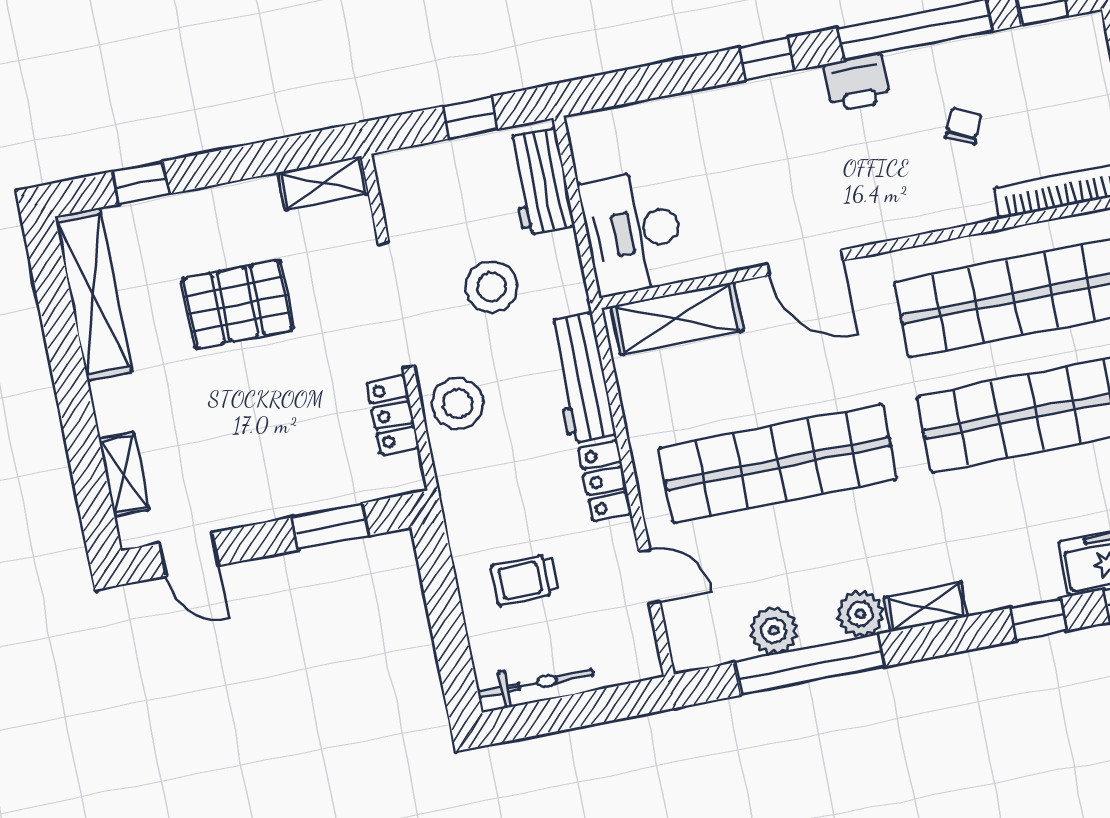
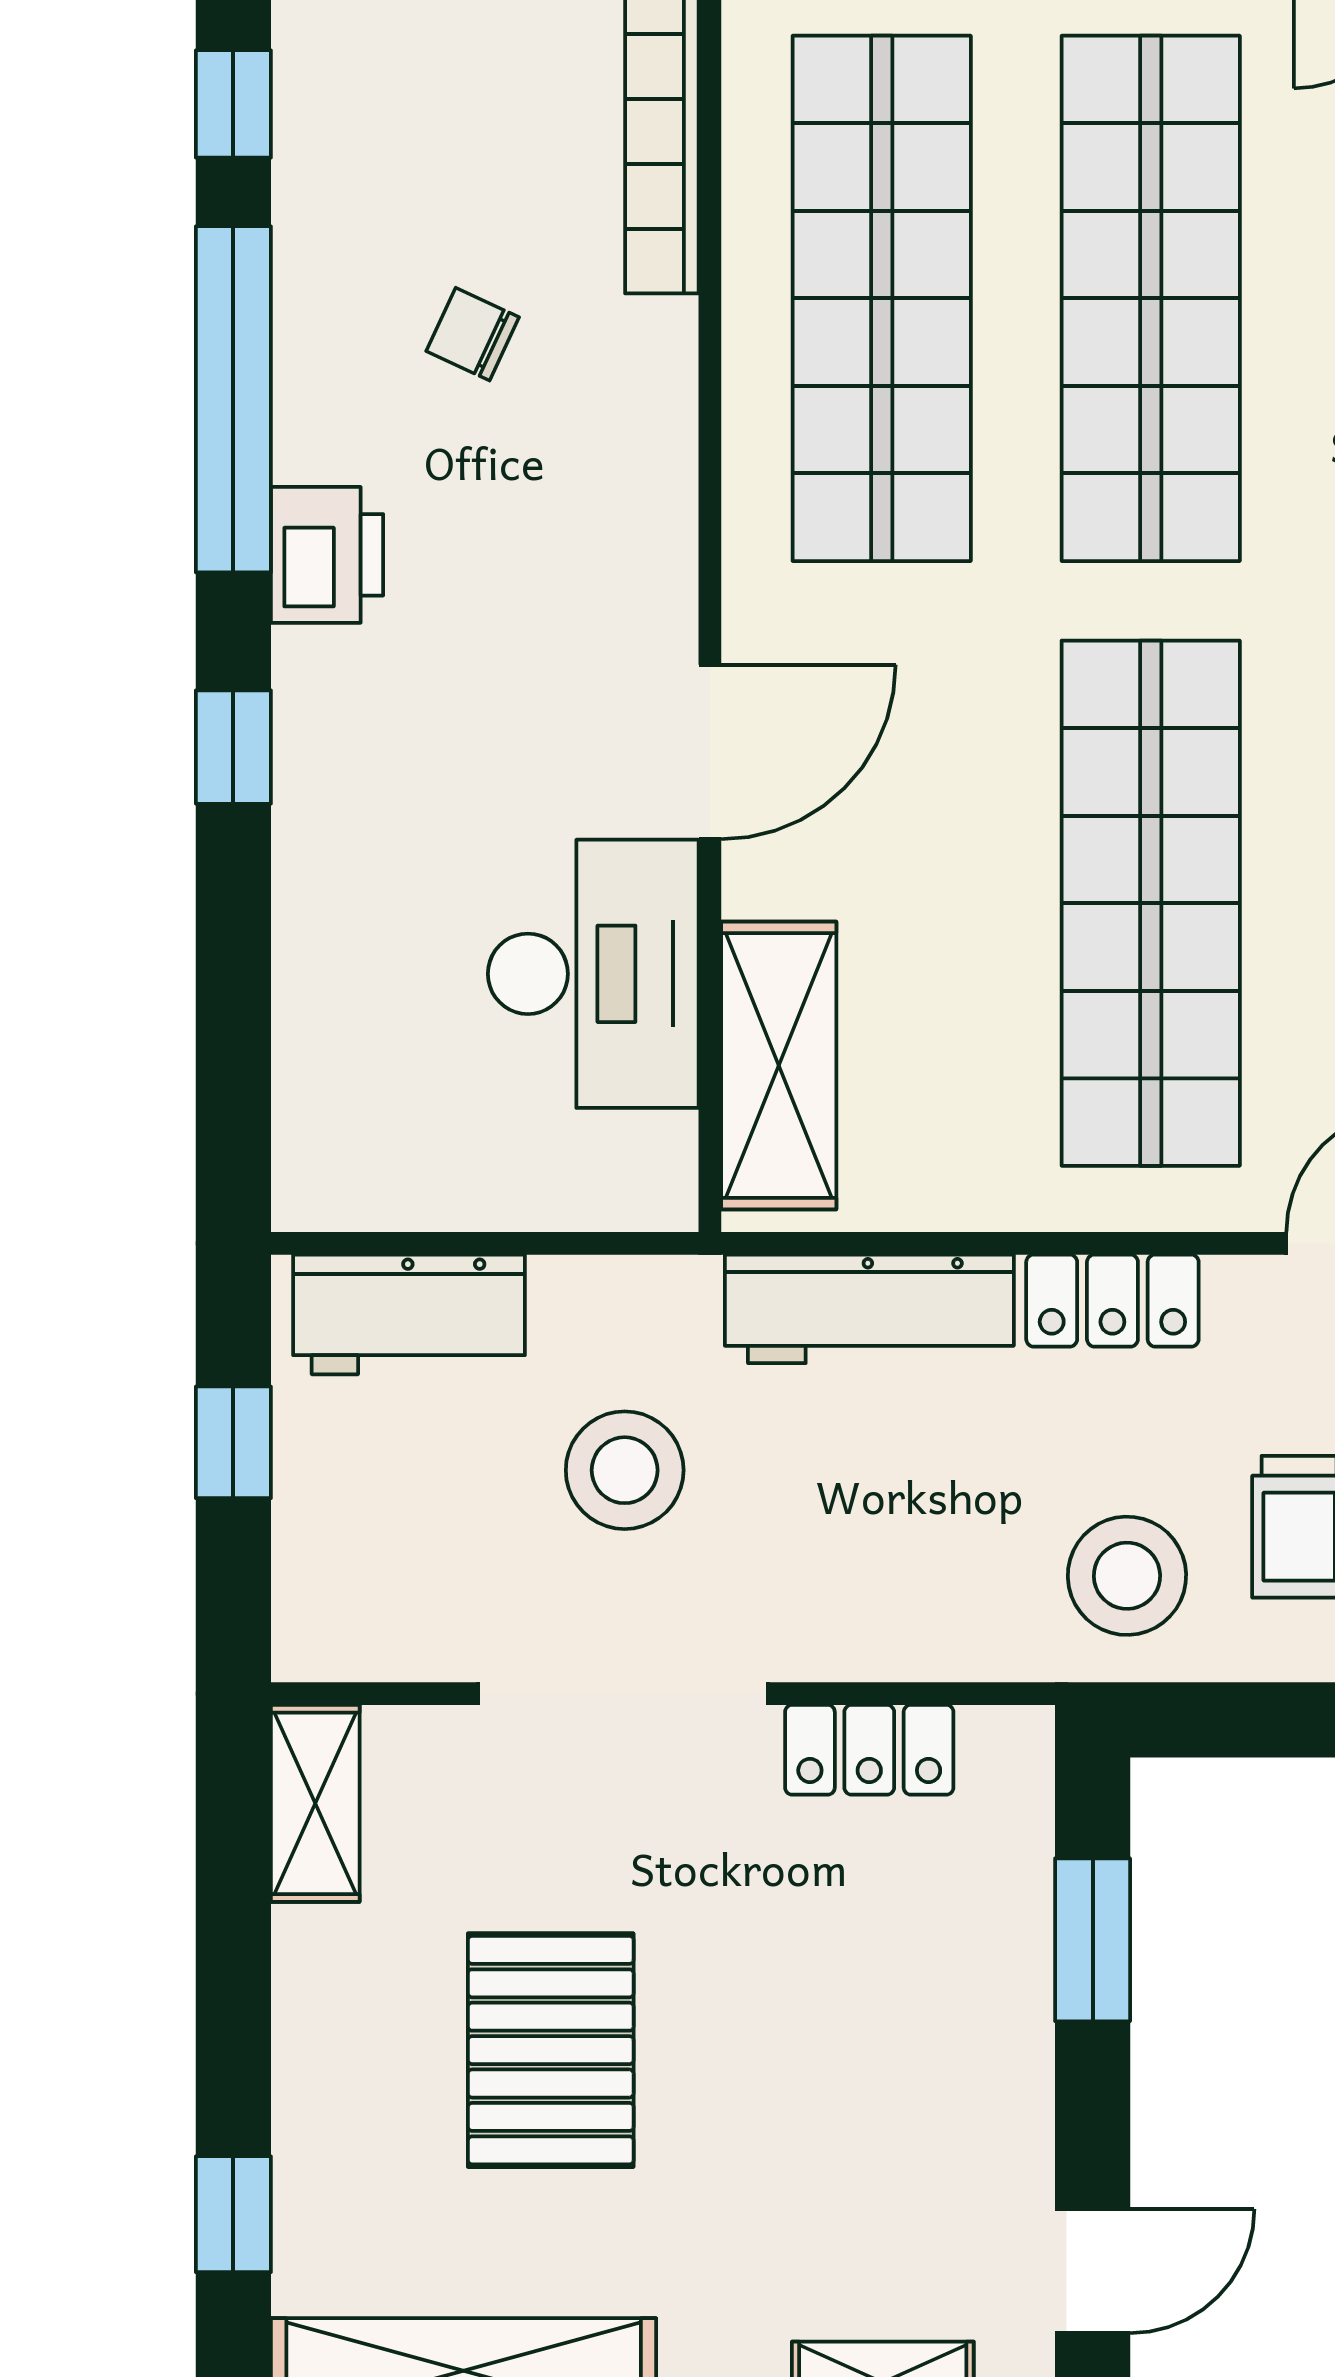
desk: (633, 232) -> (593, 974), moved, turned -90
stool: (458, 403) -> (1127, 1576), moved

